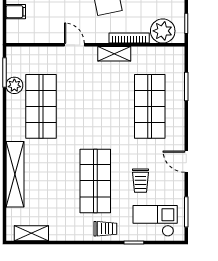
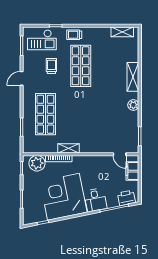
filing cabinet: (16, 12) -> (132, 171), width x2.00
door: (74, 45) -> (120, 154), moved
plant: (14, 85) -> (133, 105), moved
shop shelf: (41, 106) -> (116, 114), removed
door: (186, 162) -> (22, 78), swing flipped
shelving: (15, 174) -> (133, 77), width x0.68

